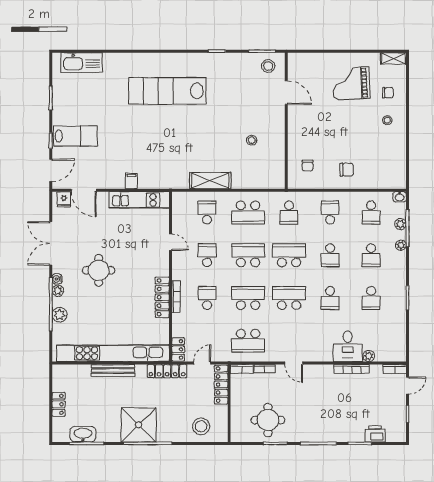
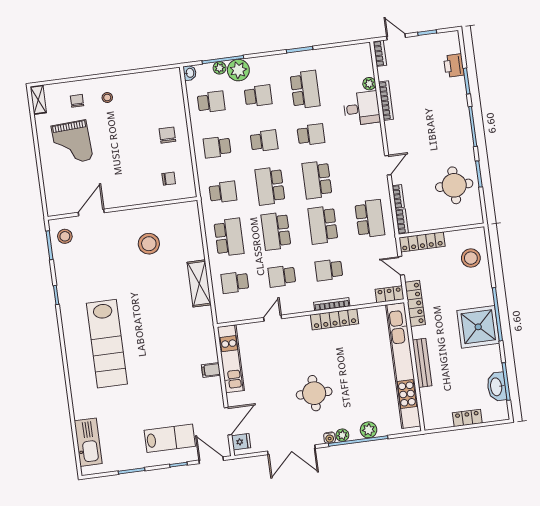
lab bench: (75, 136) -> (170, 438), turned 90
stool: (252, 140) -> (149, 244), width x1.89, depth x1.89
plant: (401, 245) -> (238, 70), width x1.87, depth x1.87
school desk: (371, 298) -> (305, 90), width x1.85

